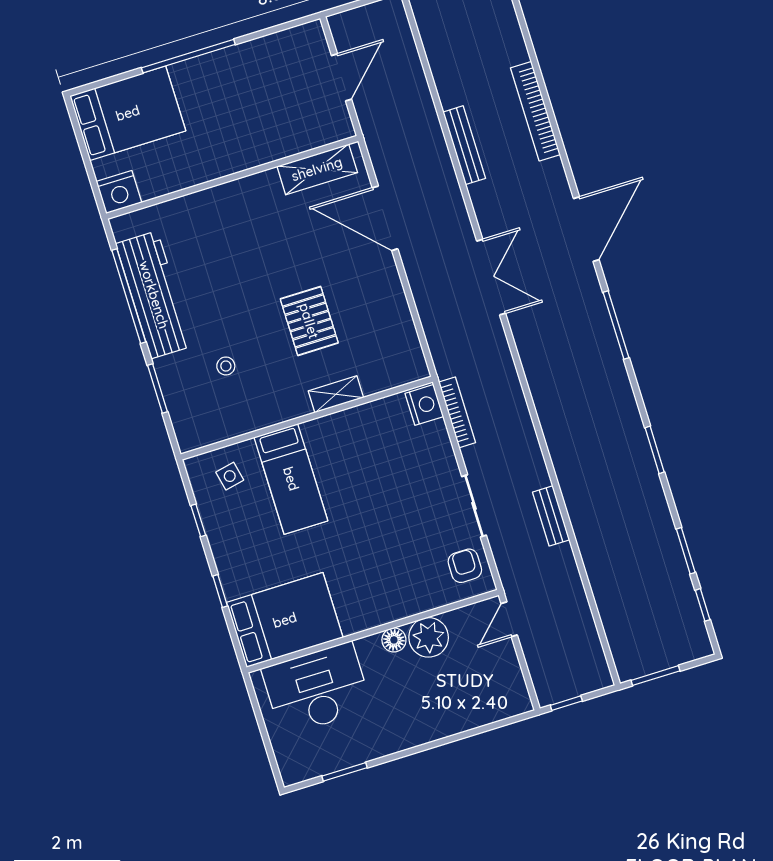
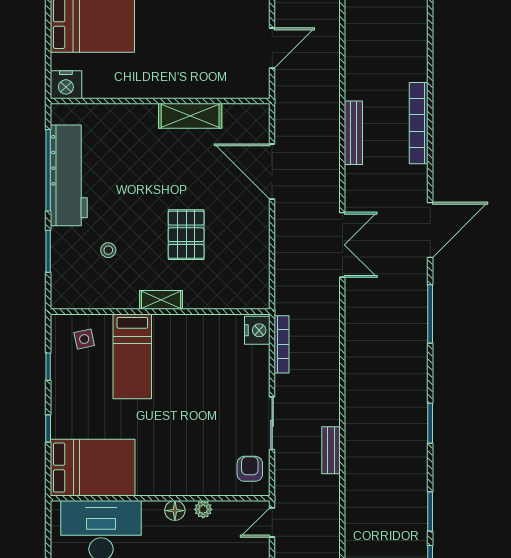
shelving: (317, 169) -> (190, 116), moved
shelving: (336, 394) -> (161, 300), moved
plant: (429, 637) -> (203, 509), width x0.53, depth x0.53

